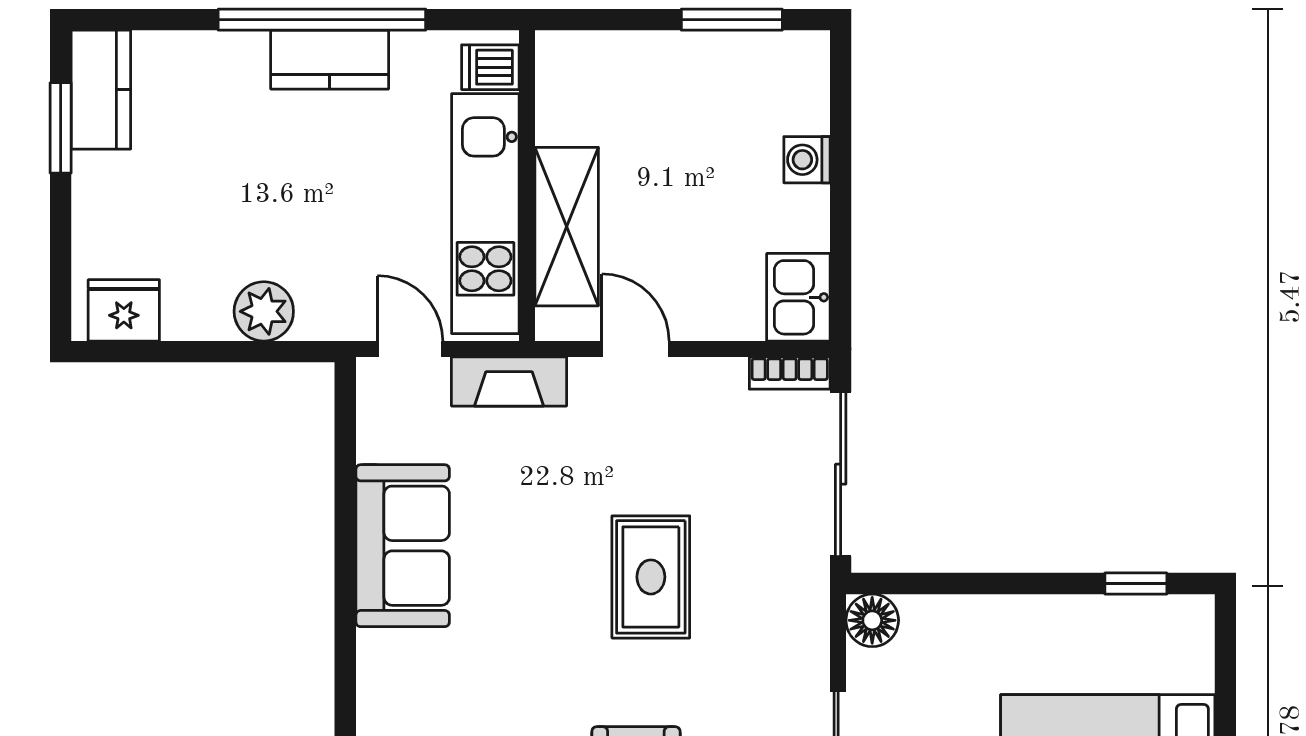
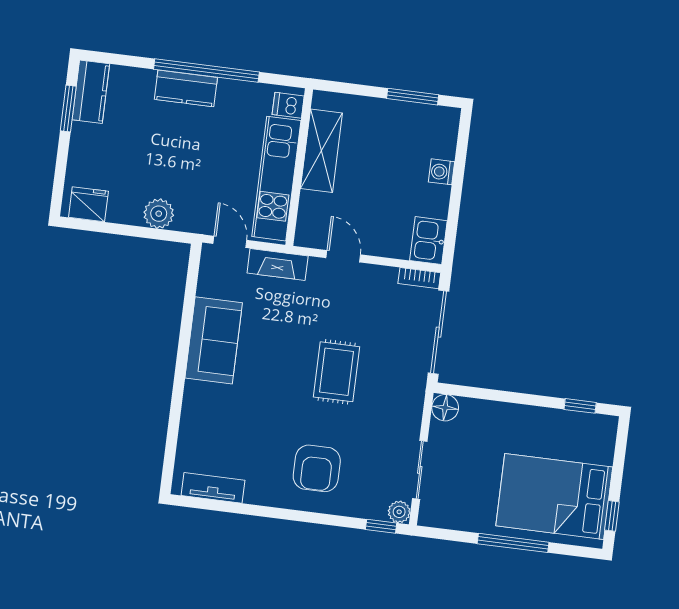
kitchen counter: (330, 60) -> (186, 88), moved
shelving: (567, 227) -> (321, 151), moved

